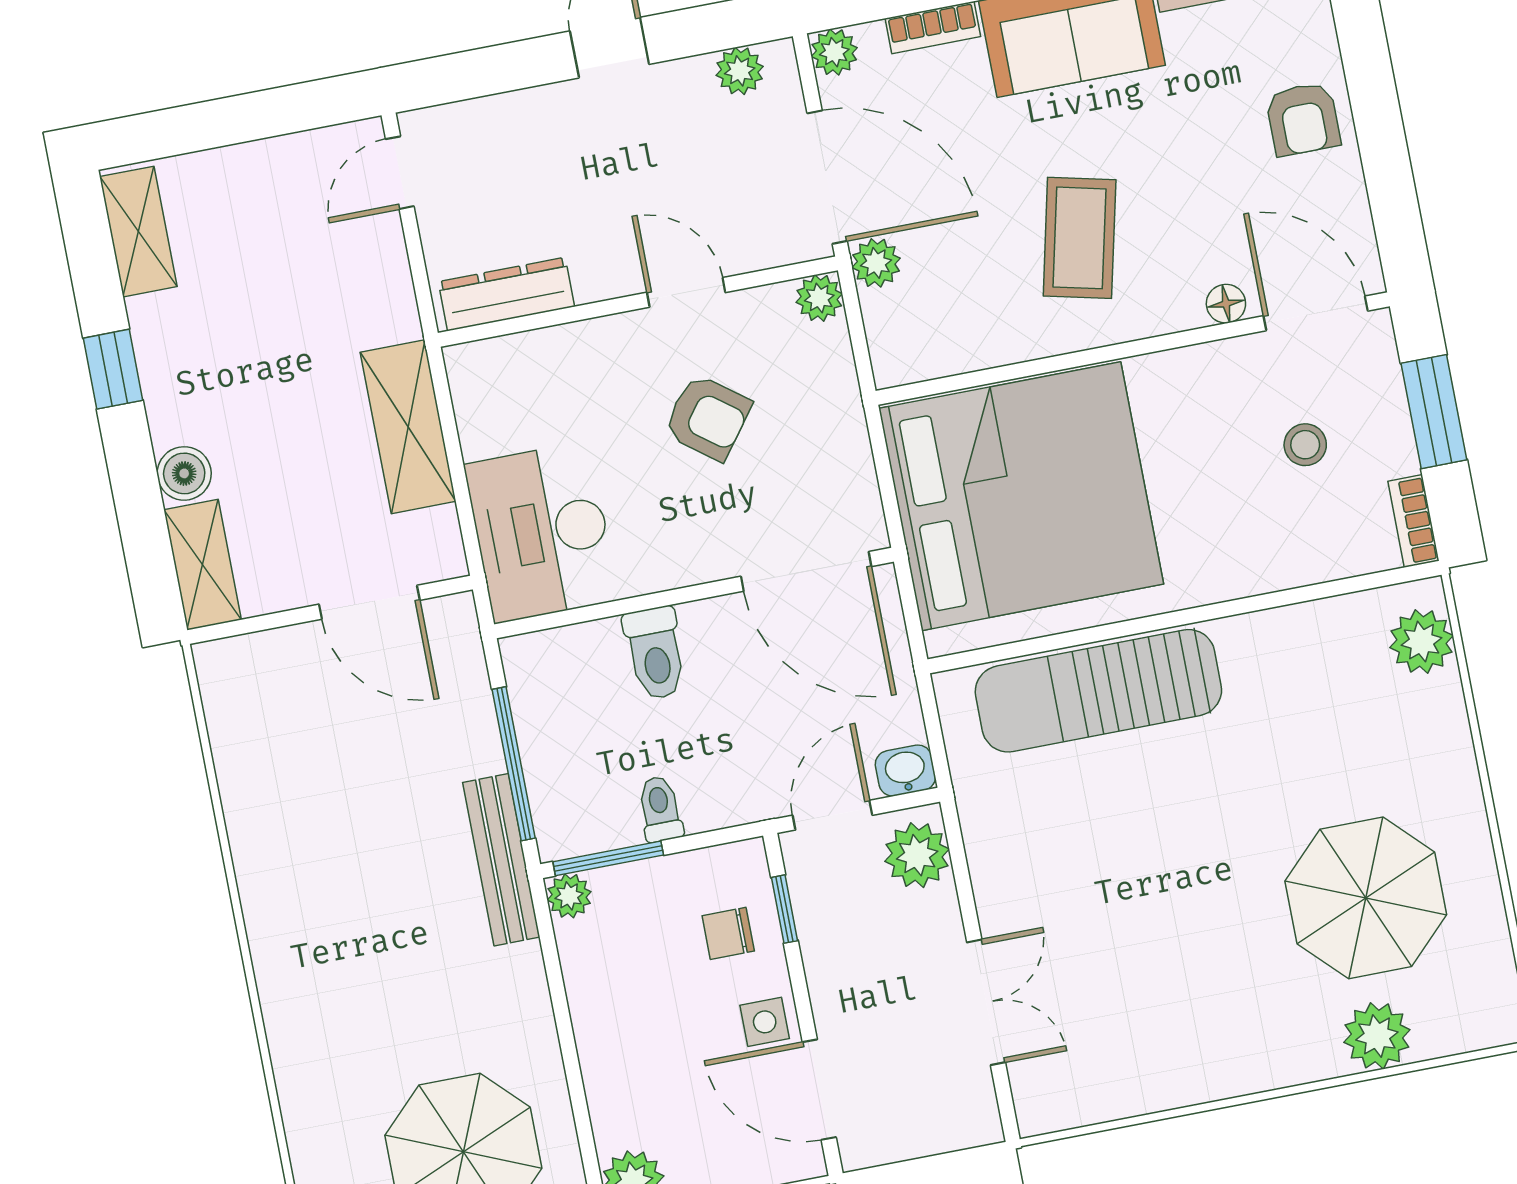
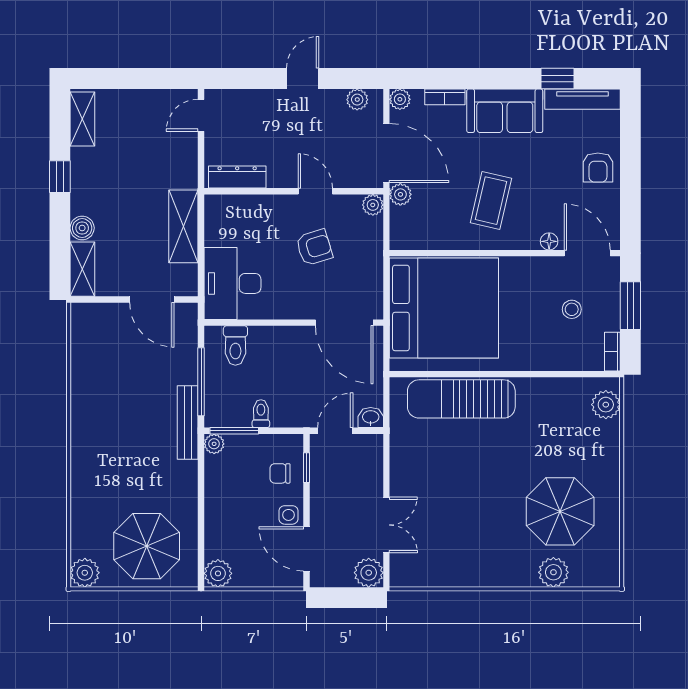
armchair: (708, 417) -> (314, 247), turned -54
toilet: (655, 653) -> (235, 346), moved
plant: (917, 855) -> (369, 573), moved

